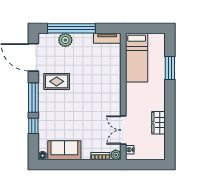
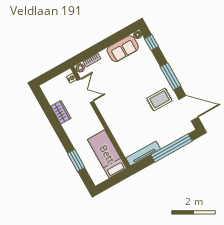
tv unit: (107, 38) -> (143, 153), width x1.41
plant: (65, 40) -> (171, 136), removed
window: (33, 126) -> (152, 43), moved

